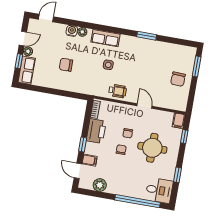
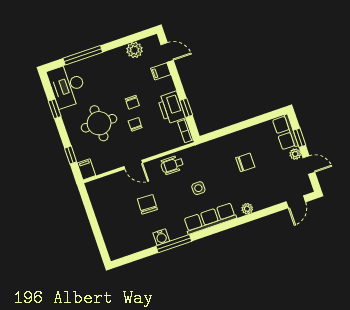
water cooler: (72, 31) -> (161, 237), moved
window: (147, 36) -> (174, 244), width x1.44
row of seats: (105, 38) -> (210, 219), width x1.48
door: (23, 39) -> (309, 165), swing flipped
window: (197, 66) -> (100, 240), removed
chair: (178, 79) -> (147, 204), moved
window: (83, 145) -> (186, 108), moved
desk: (159, 190) -> (67, 86), width x1.37
window: (138, 201) -> (83, 55), width x0.68

